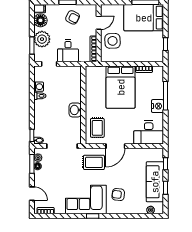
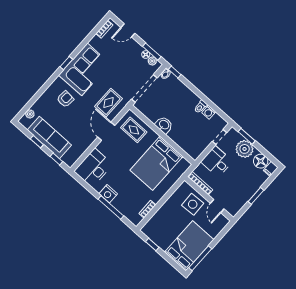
armchair: (73, 17) -> (240, 189), removed
bed: (121, 87) -> (156, 163), moved, turned -90

